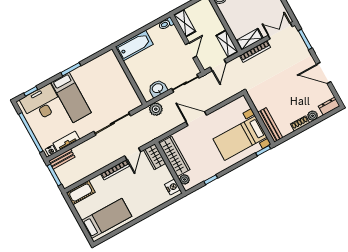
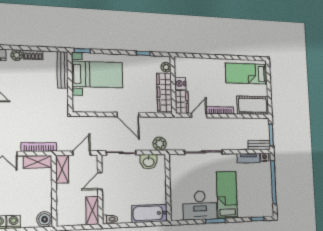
desk: (41, 103) -> (200, 205), moved
nightstand: (172, 187) -> (180, 83), moved
cot: (81, 193) -> (253, 105), width x1.37, depth x1.34

